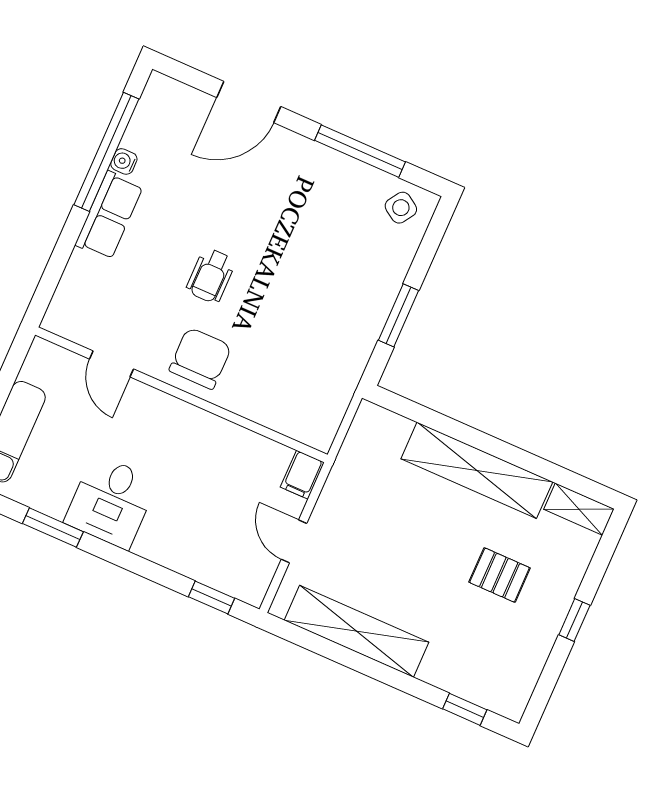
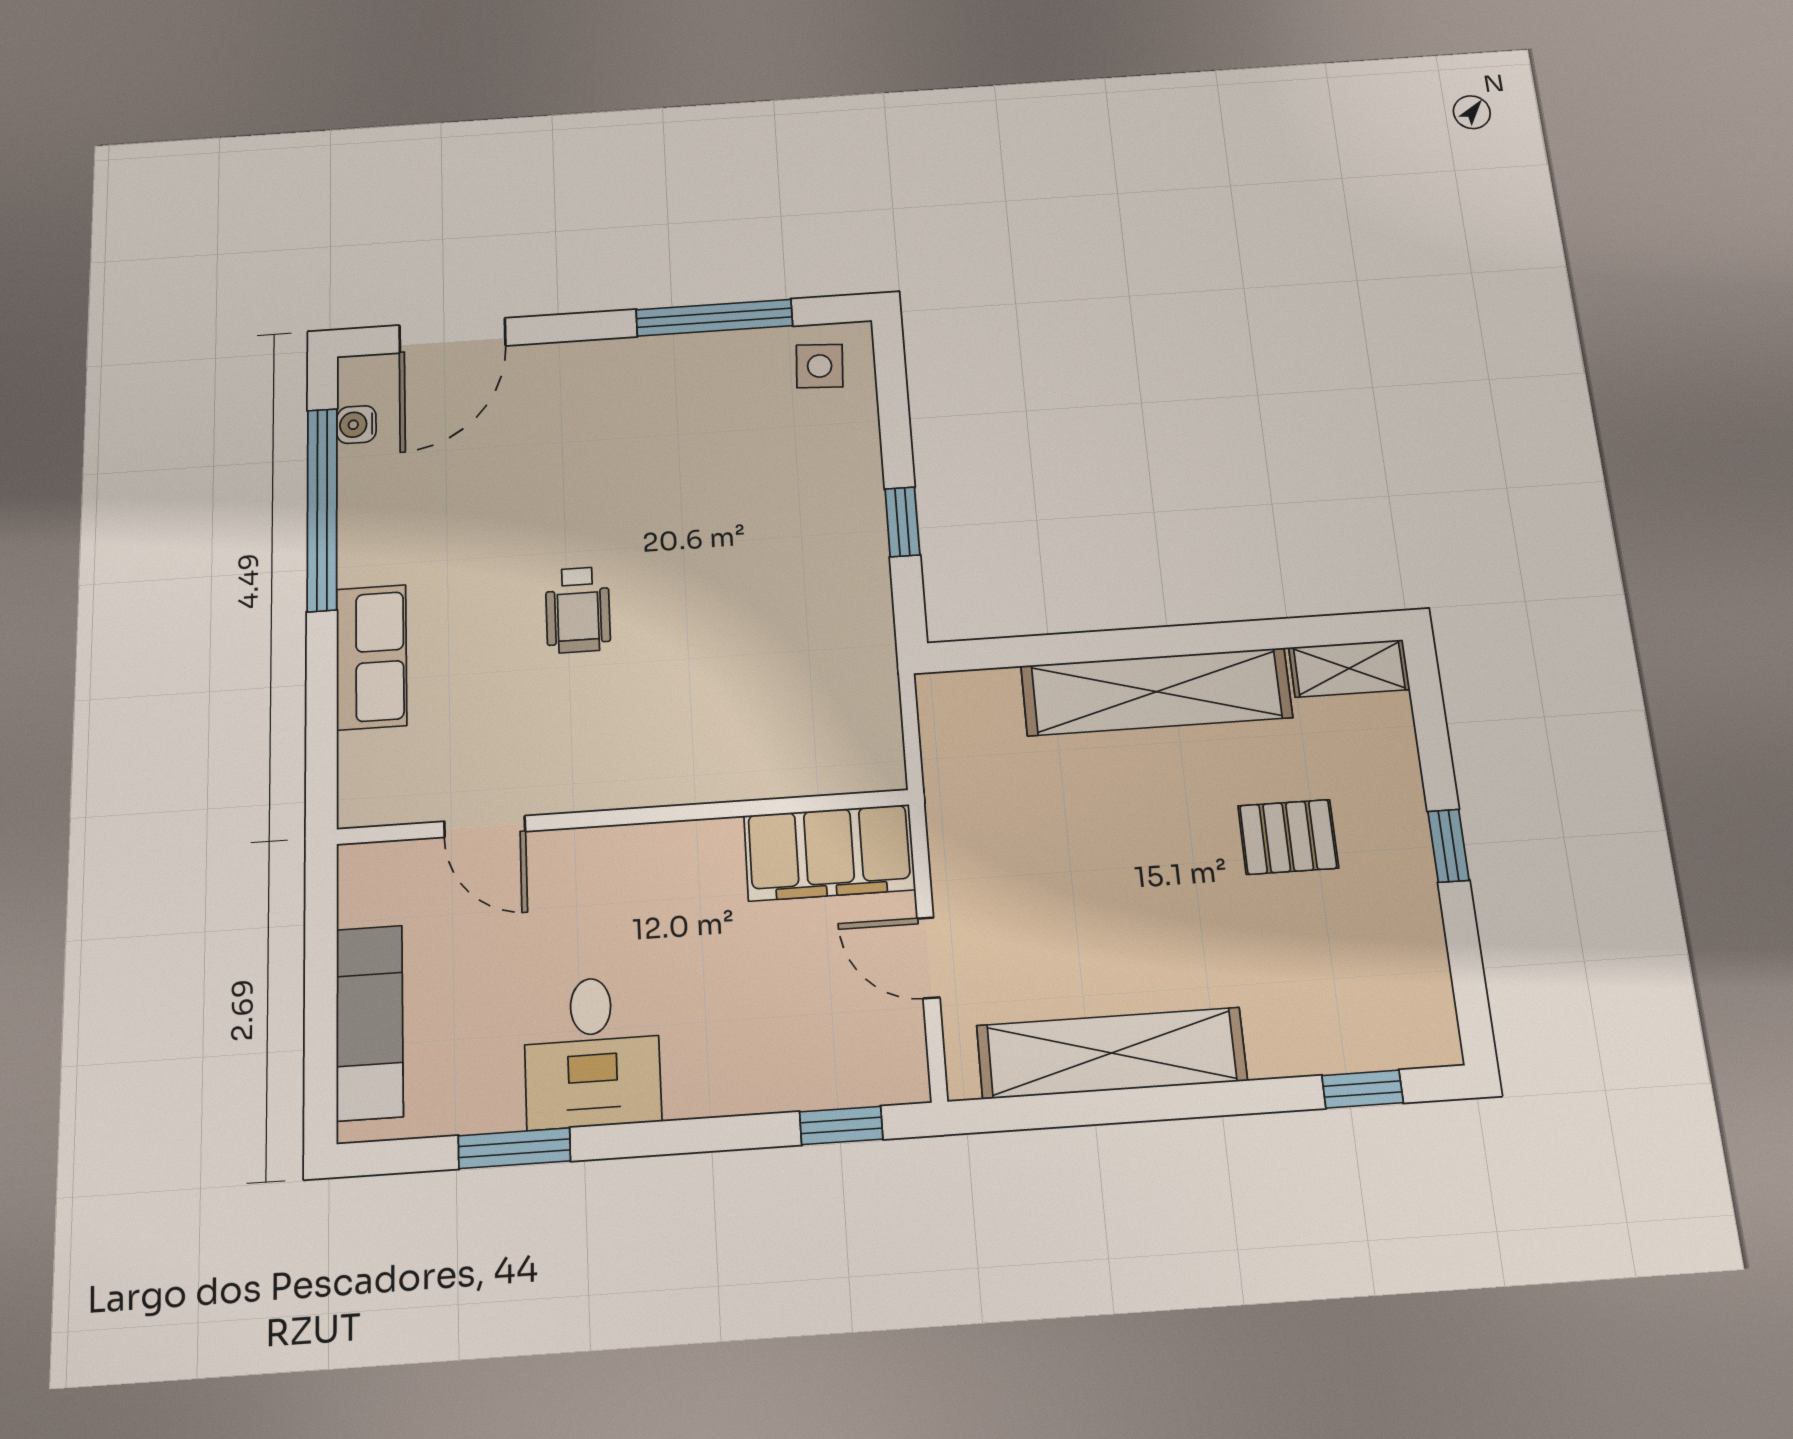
door: (249, 102) -> (452, 335), moved
water cooler: (124, 161) -> (356, 425), moved
side table: (401, 208) -> (820, 366), turned -30
row of seats: (109, 215) -> (372, 657), moved
window: (398, 315) -> (902, 522), width x0.67
chair: (200, 358) -> (625, 744), removed
filing cabinet: (302, 475) -> (829, 853), width x3.00, depth x1.17

